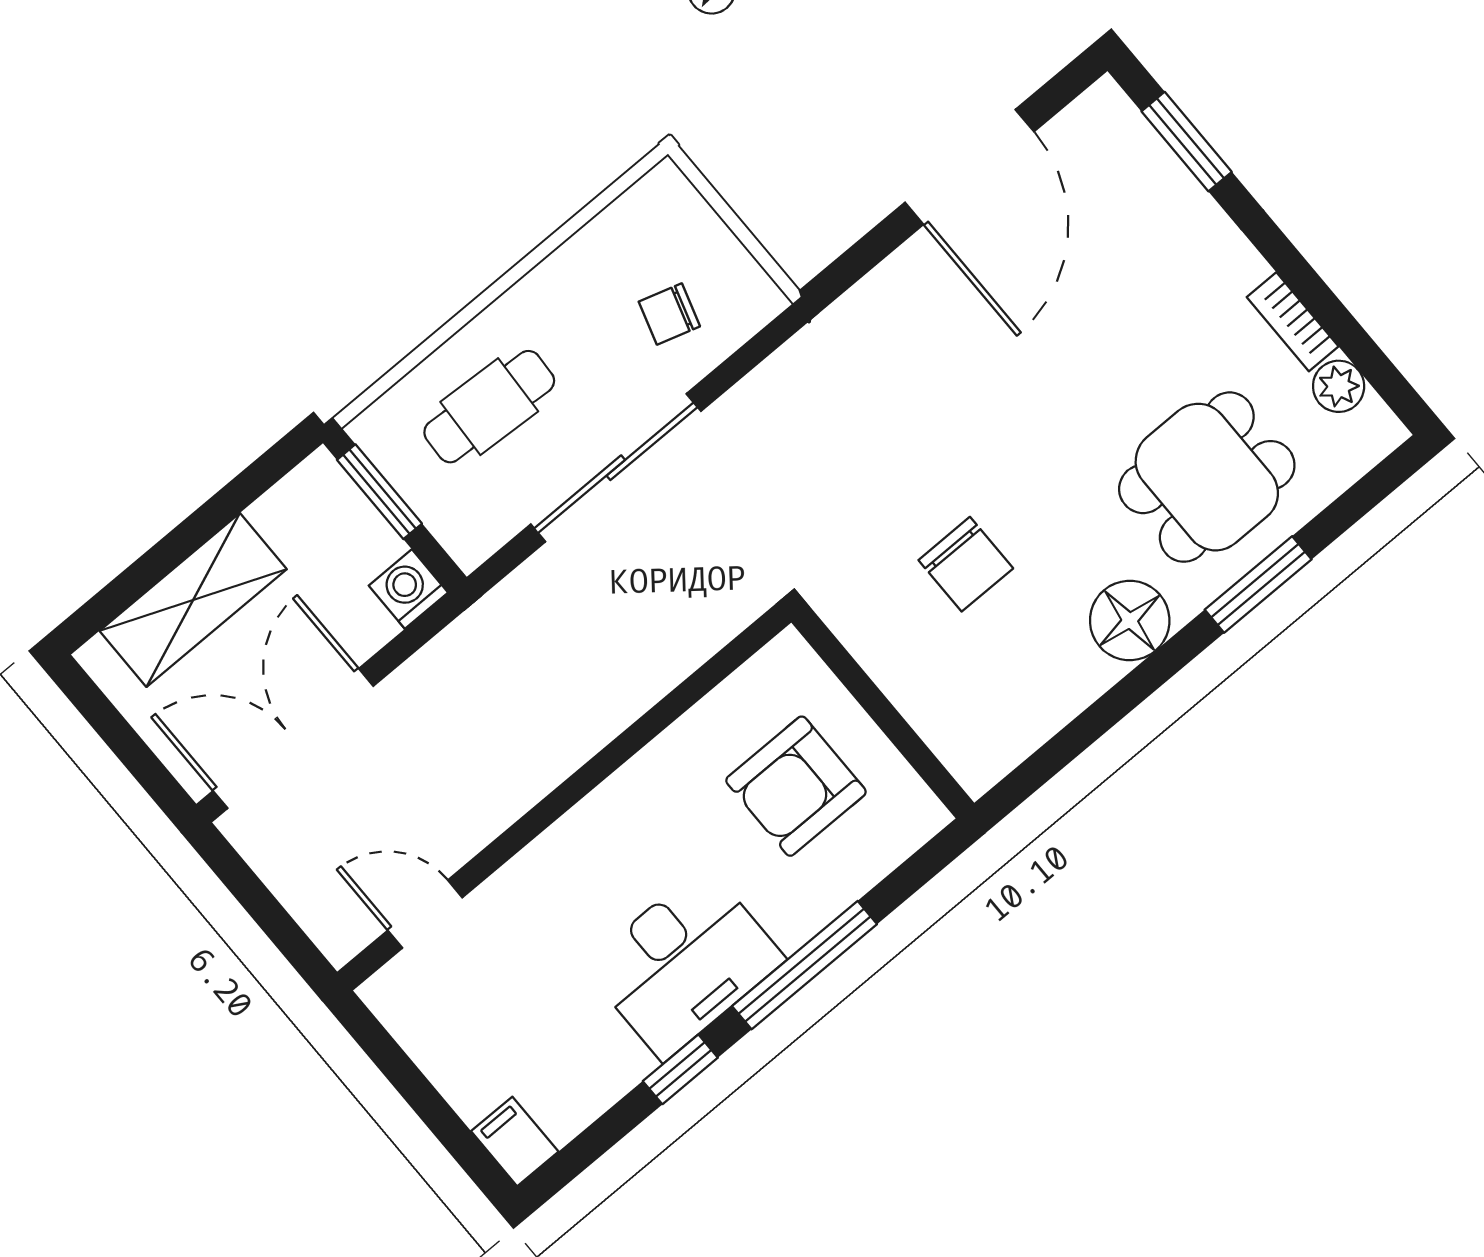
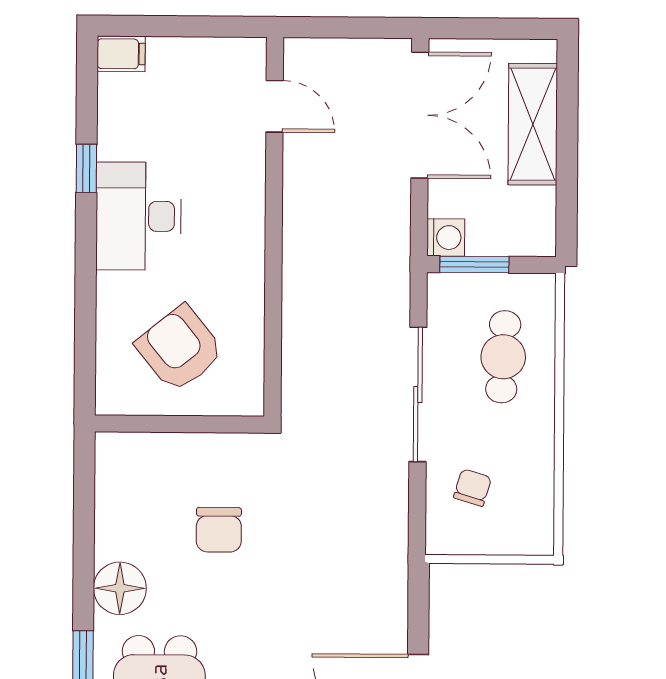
window: (379, 492) -> (474, 265), moved
chair: (966, 564) -> (219, 530), turned -90
armchair: (796, 786) -> (180, 349), turned -39
door: (425, 914) -> (275, 106), hinge flipped
window: (805, 965) -> (86, 276), removed

